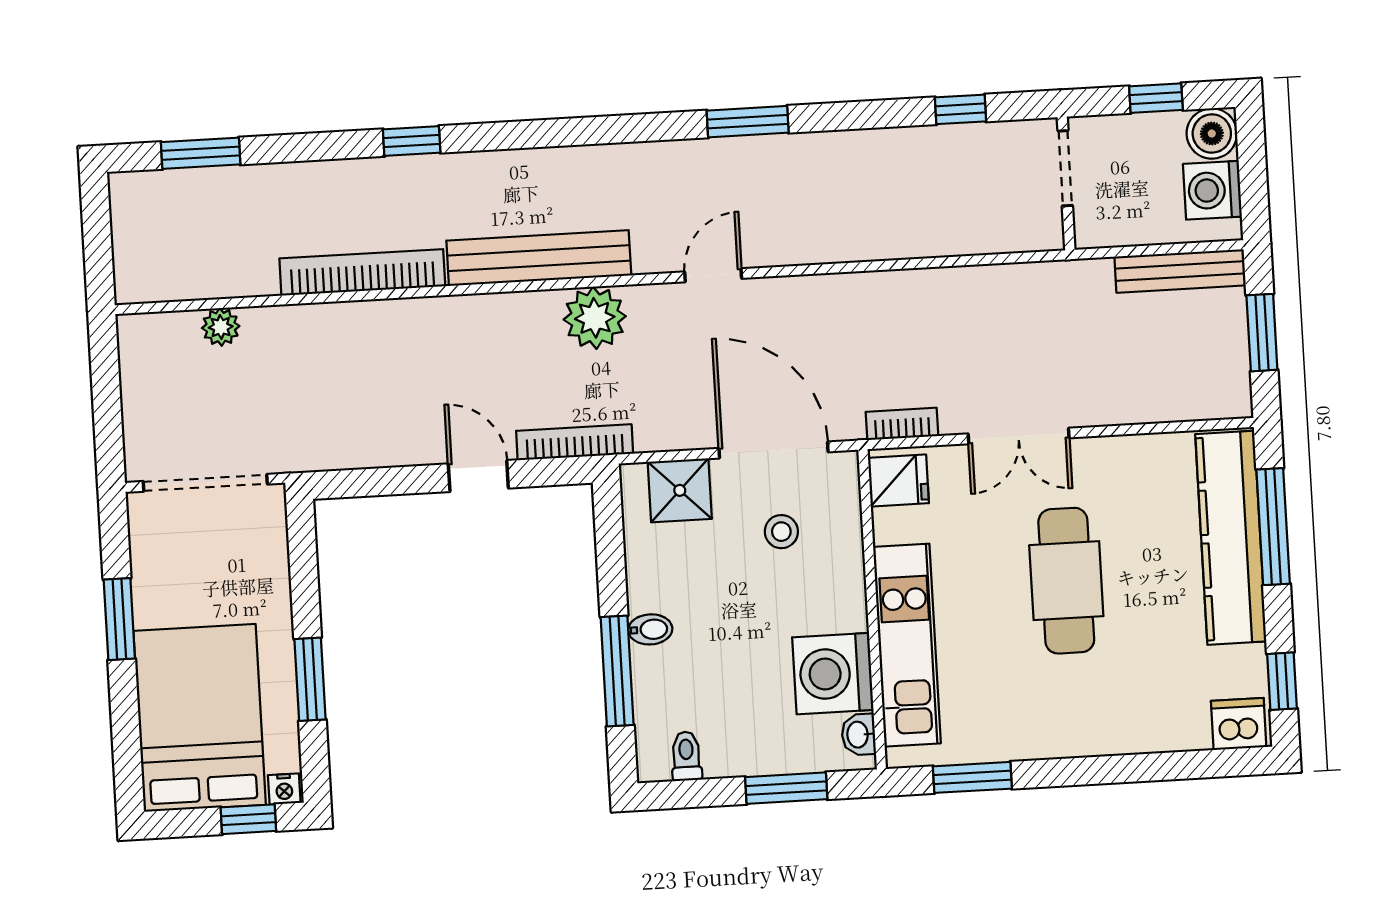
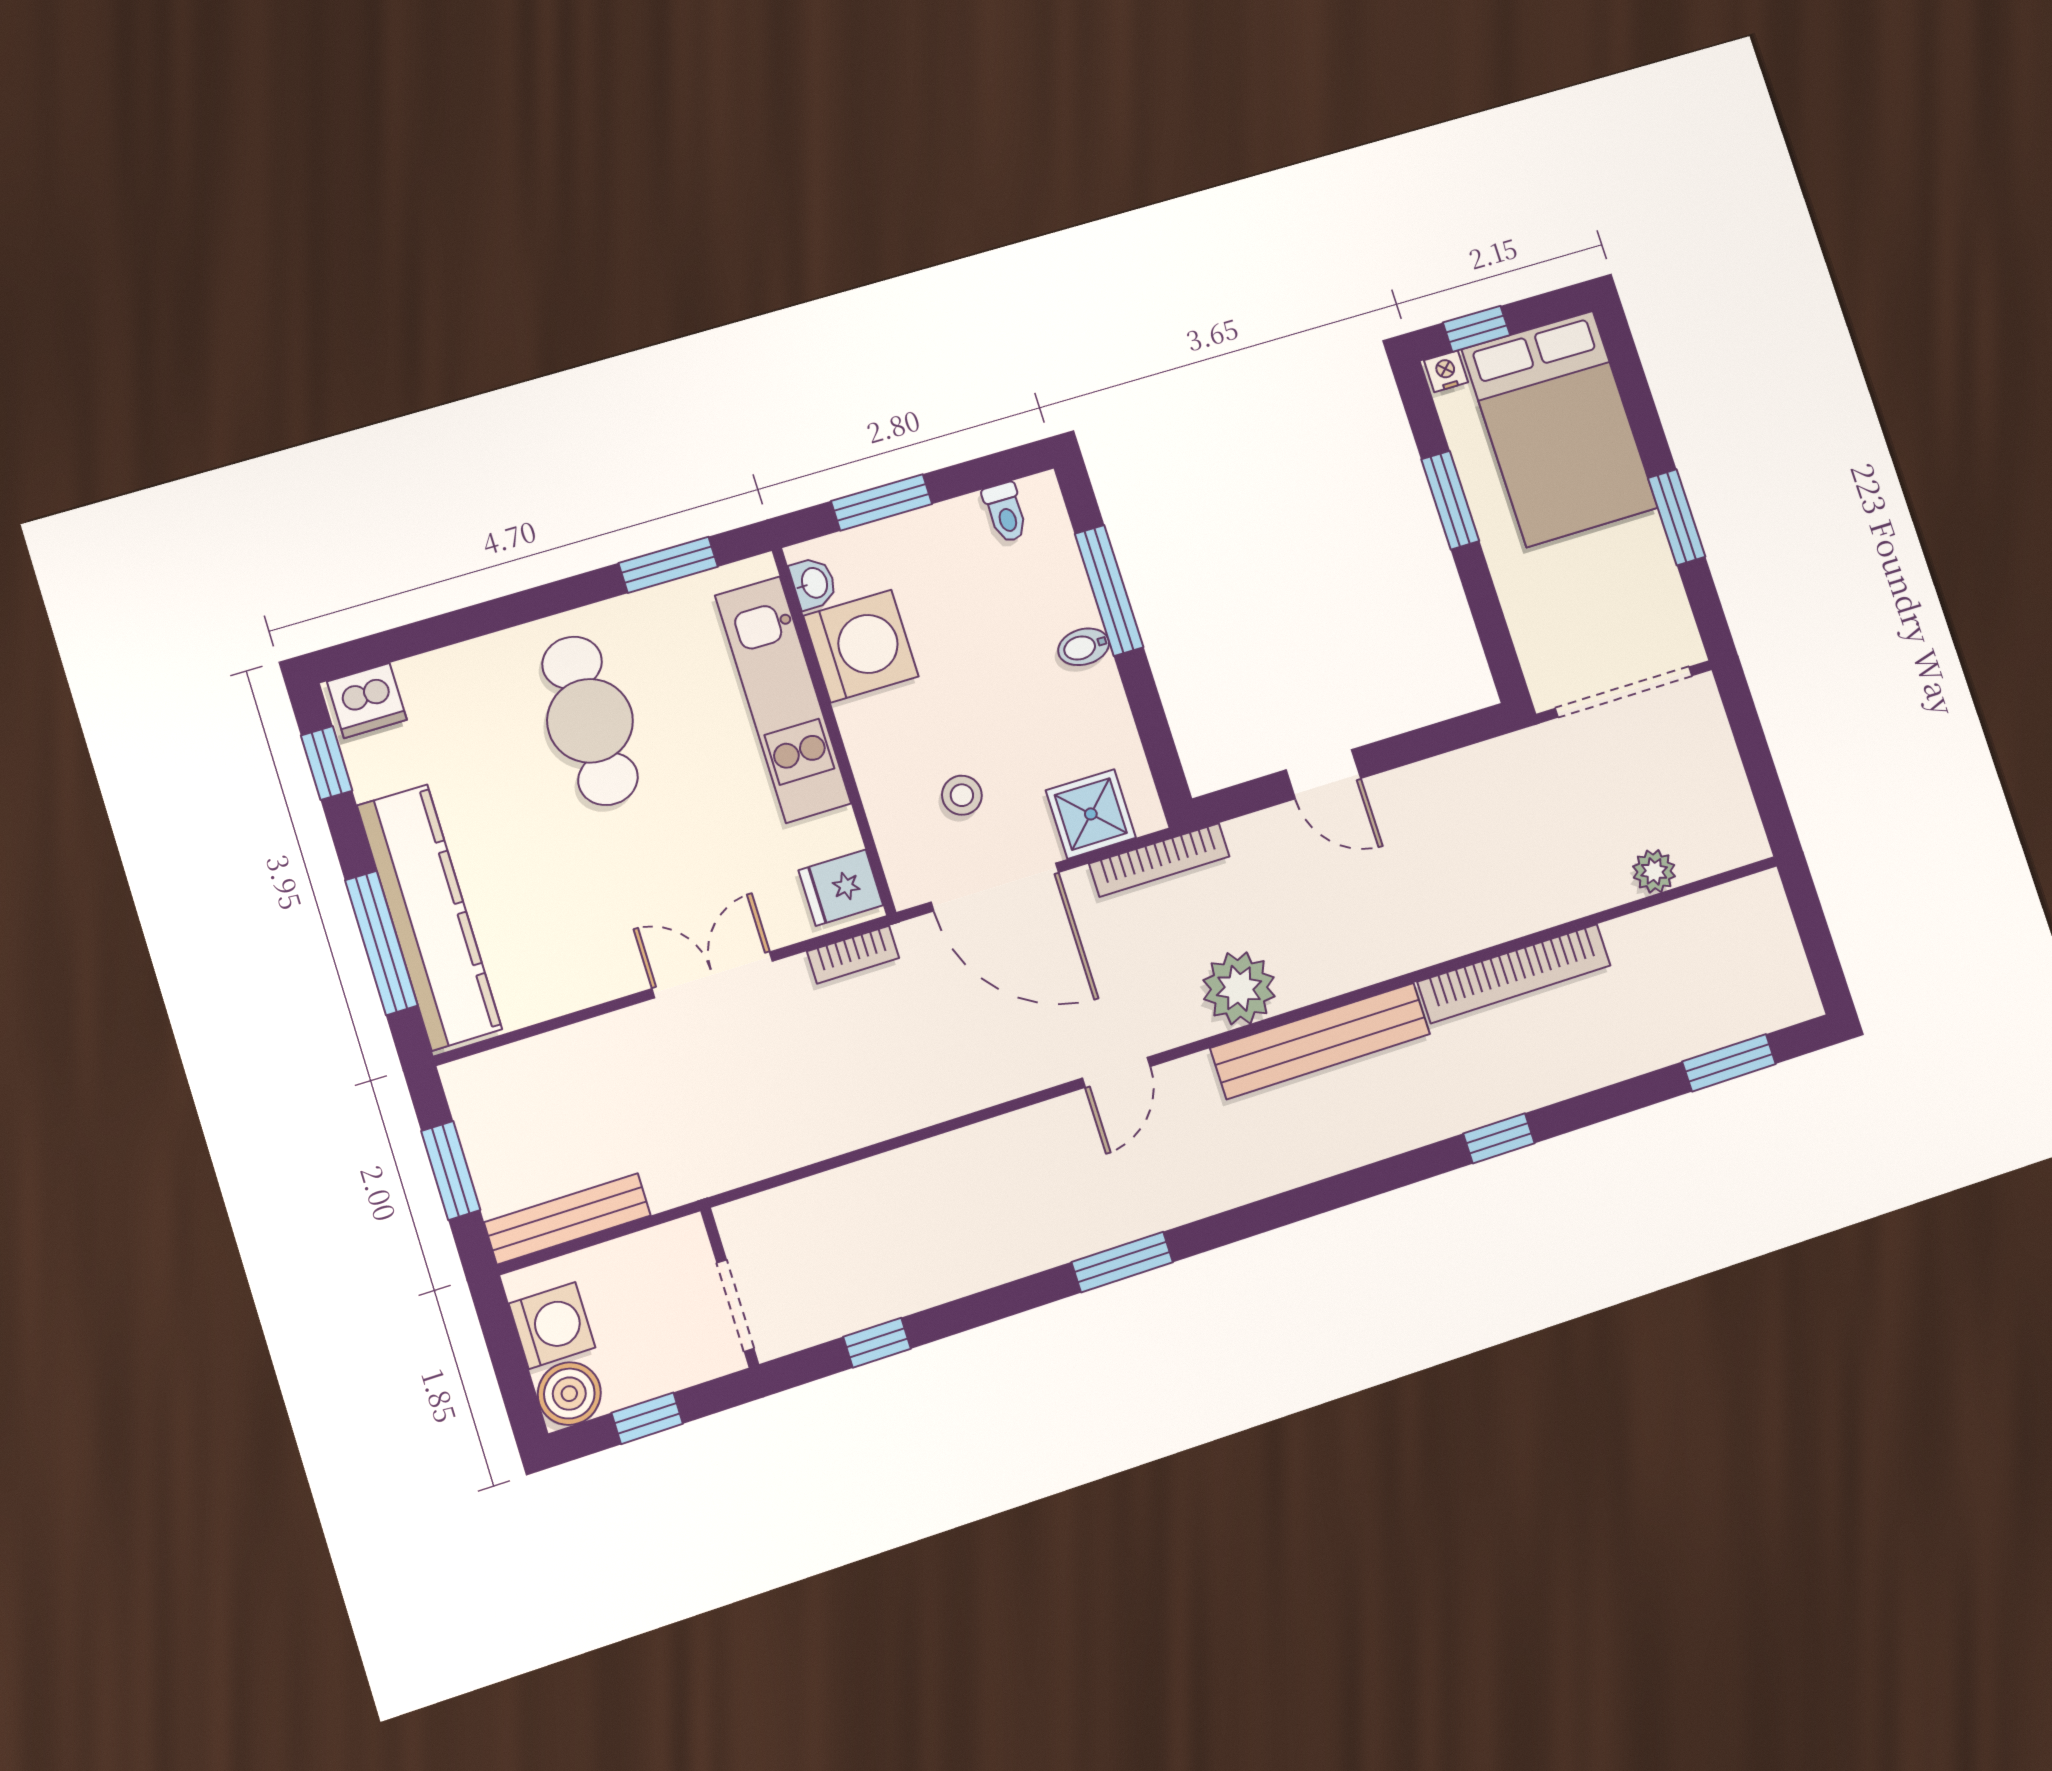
bookcase: (575, 442) -> (1159, 860), moved
cafe table: (1066, 581) -> (590, 721), moved

